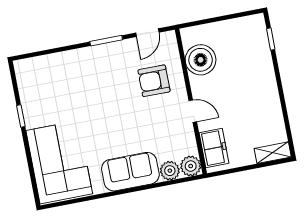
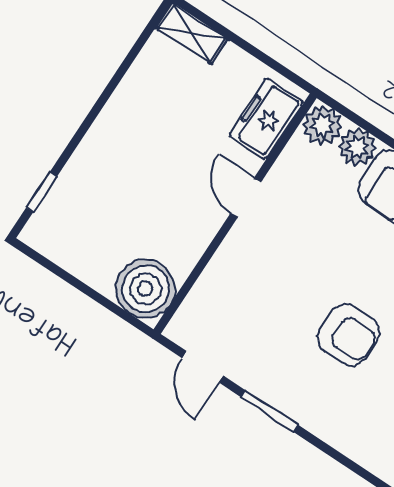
door: (147, 33) -> (203, 367), swing flipped
boiler: (201, 60) -> (145, 289), moved
armchair: (154, 81) -> (348, 335), moved

